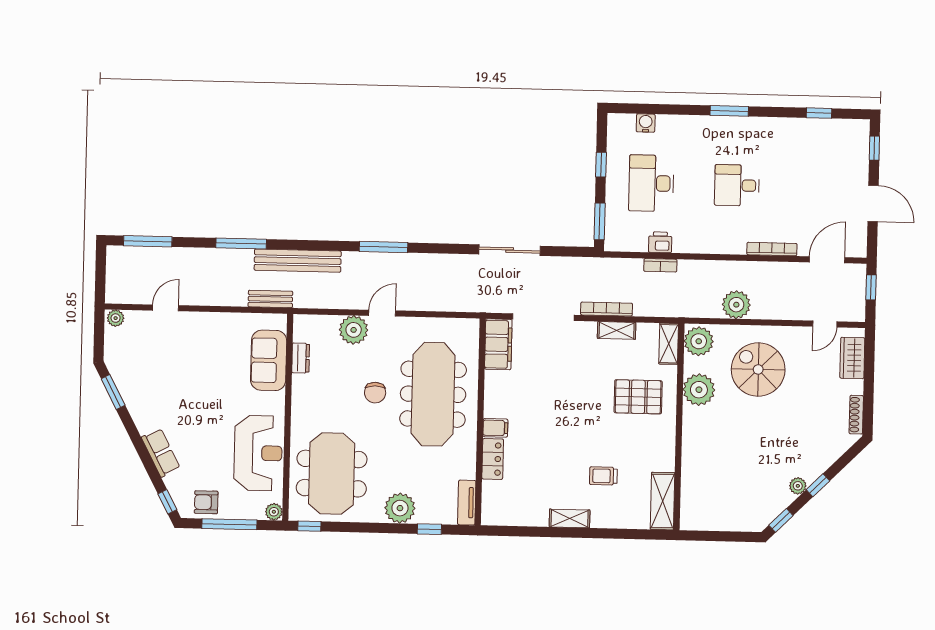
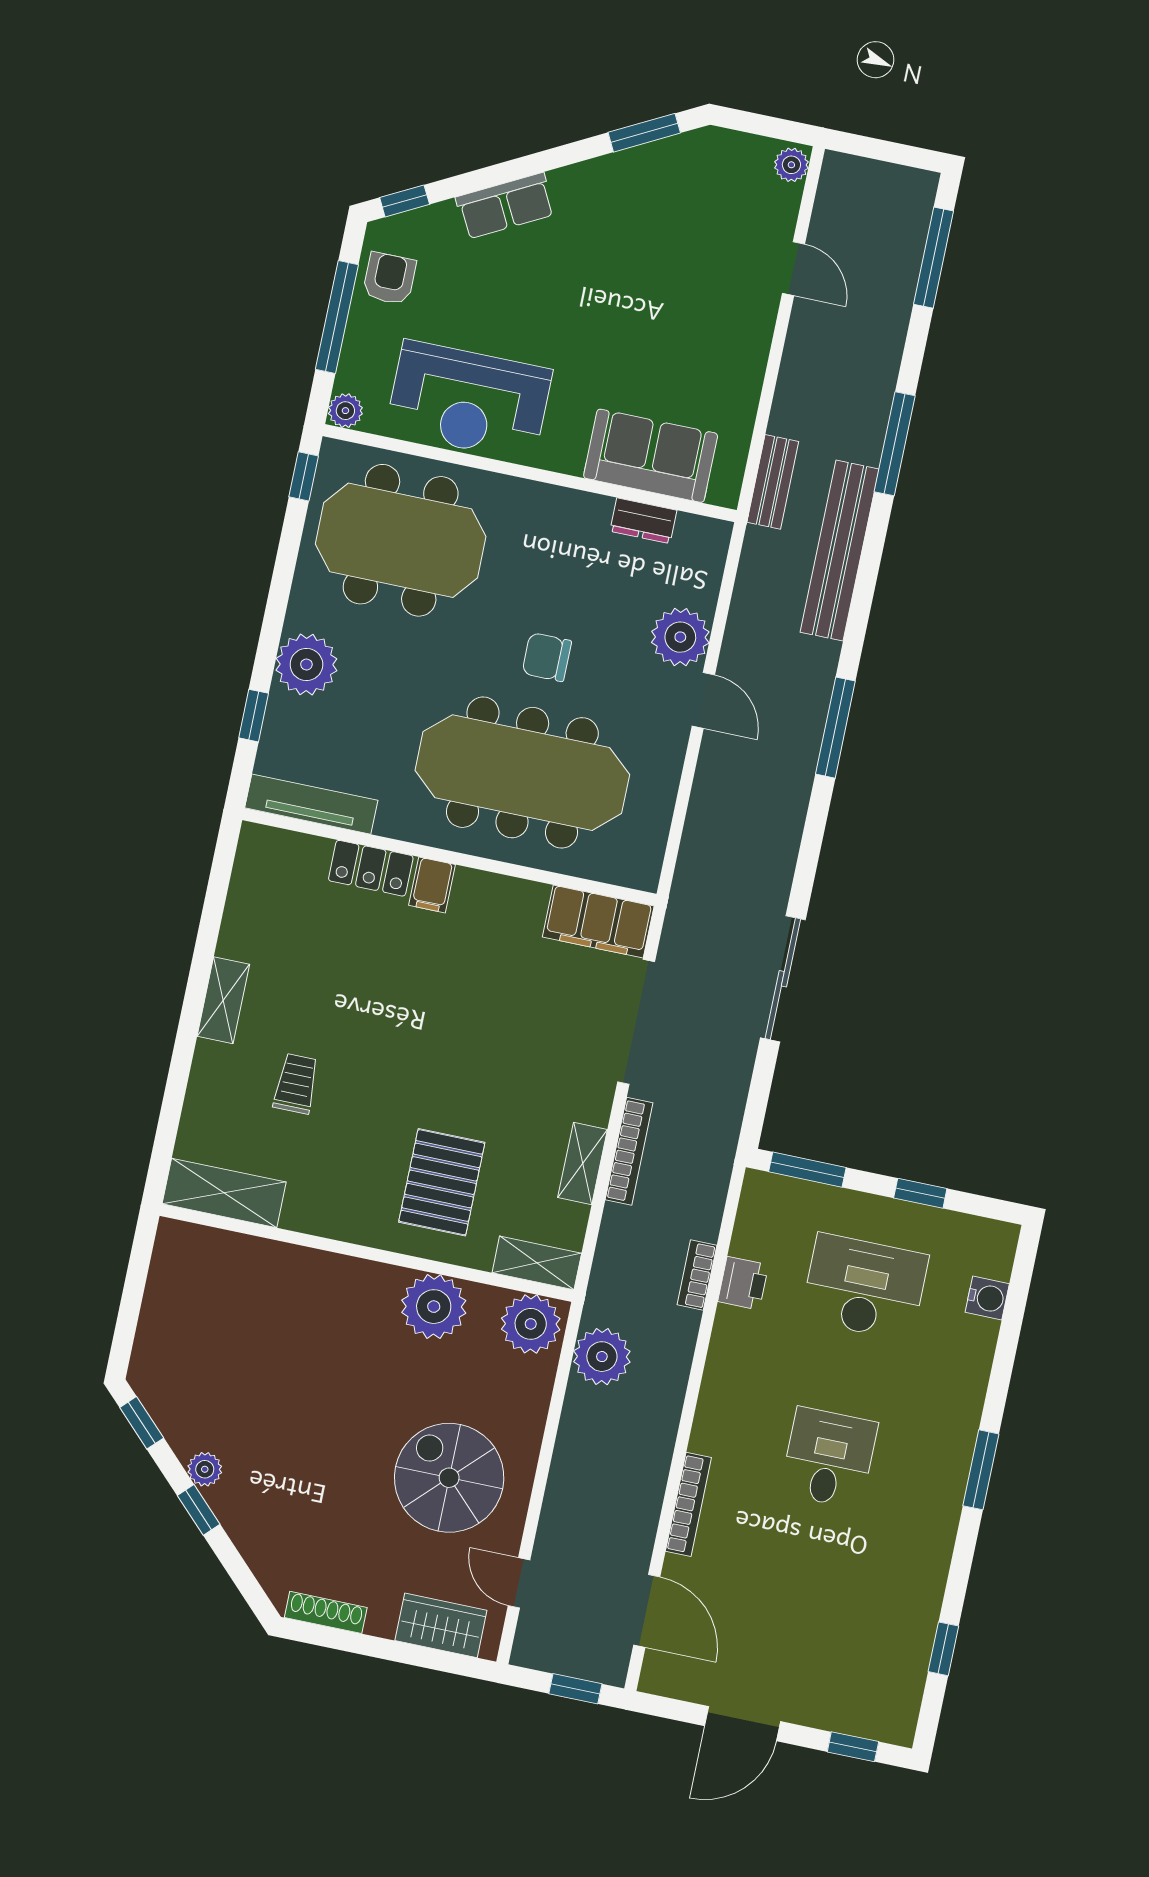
plant: (736, 305) -> (602, 1357), moved
spiral stairs: (758, 369) -> (449, 1478), moved, turned -90
tv unit: (467, 503) -> (311, 804), width x1.41

